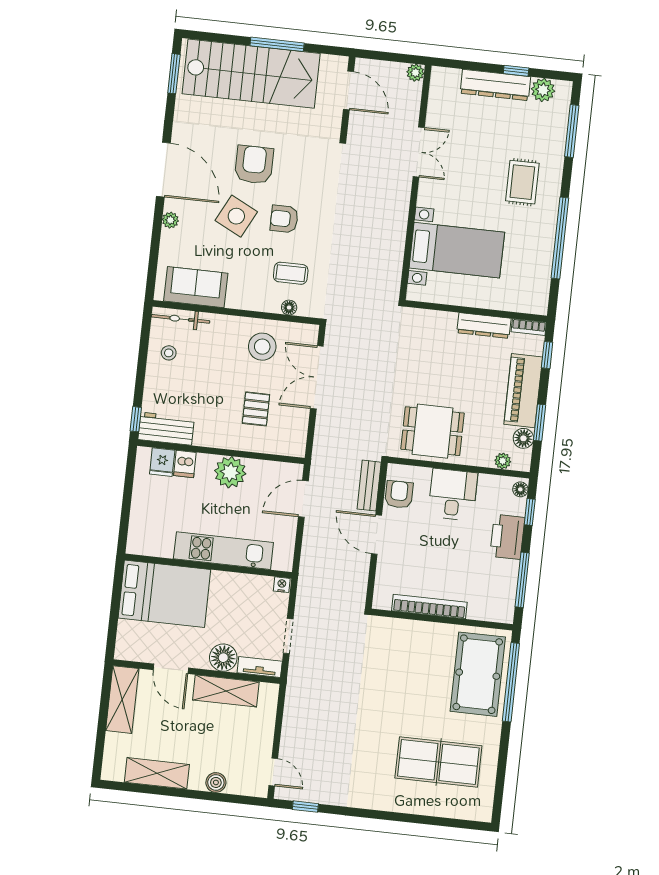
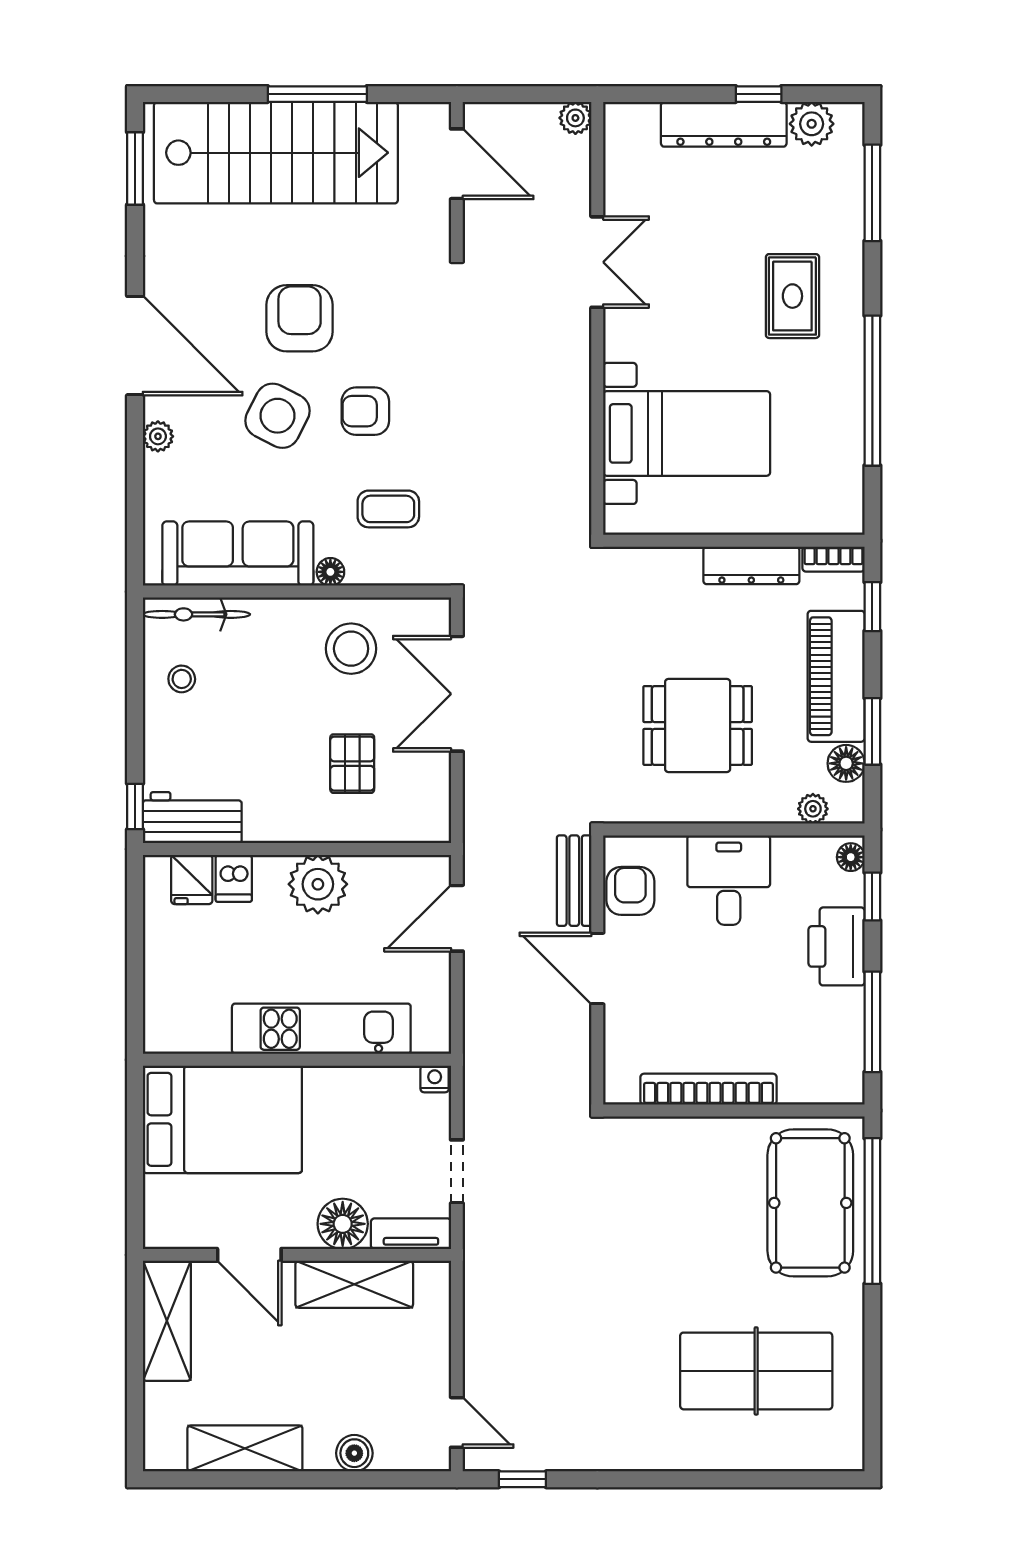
sofa: (196, 287) -> (238, 554), width x1.36
floor lamp: (289, 308) -> (330, 572), moved
dining table: (433, 431) -> (698, 725), moved

